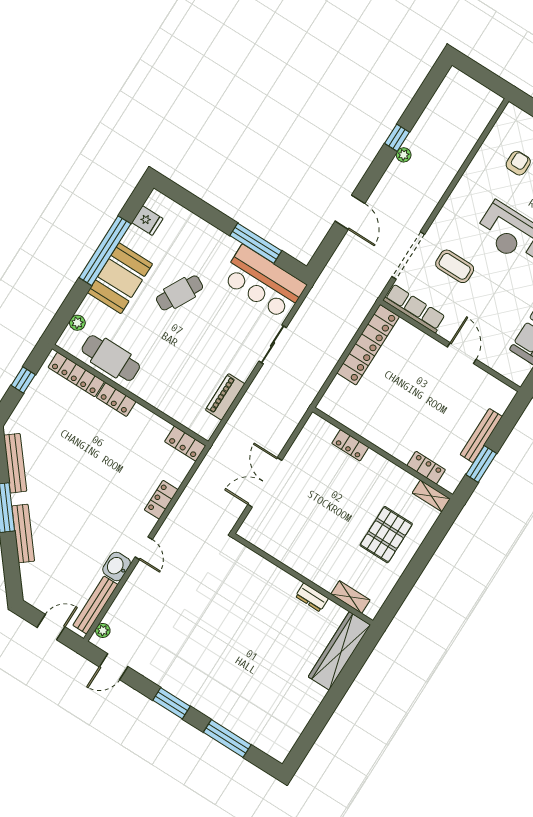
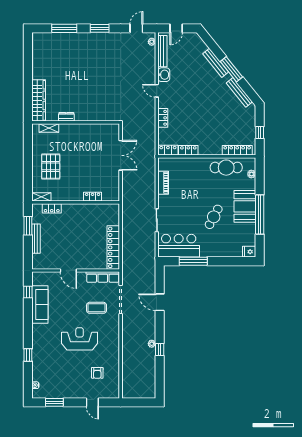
fridge: (147, 221) -> (249, 252), moved
locker: (116, 400) -> (188, 150), moved

